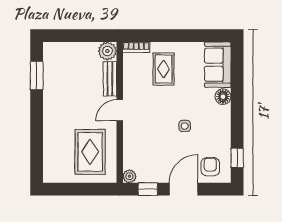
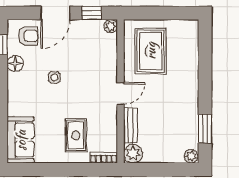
plant: (50, 49) -> (191, 156), added
floor lamp: (223, 97) -> (15, 63), moved
armchair: (210, 167) -> (28, 36), turned -90

